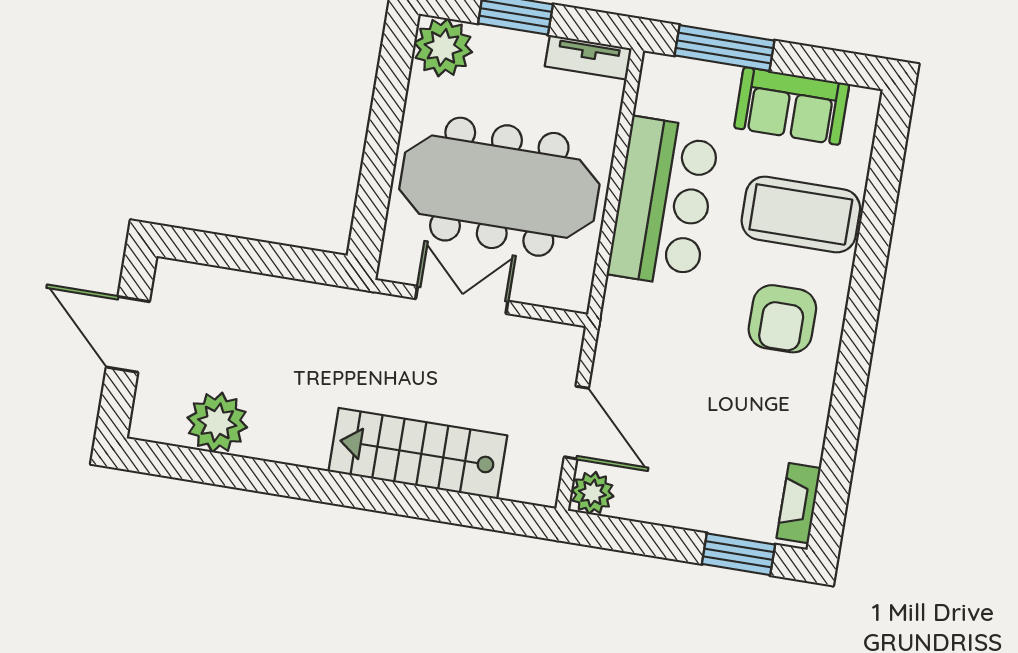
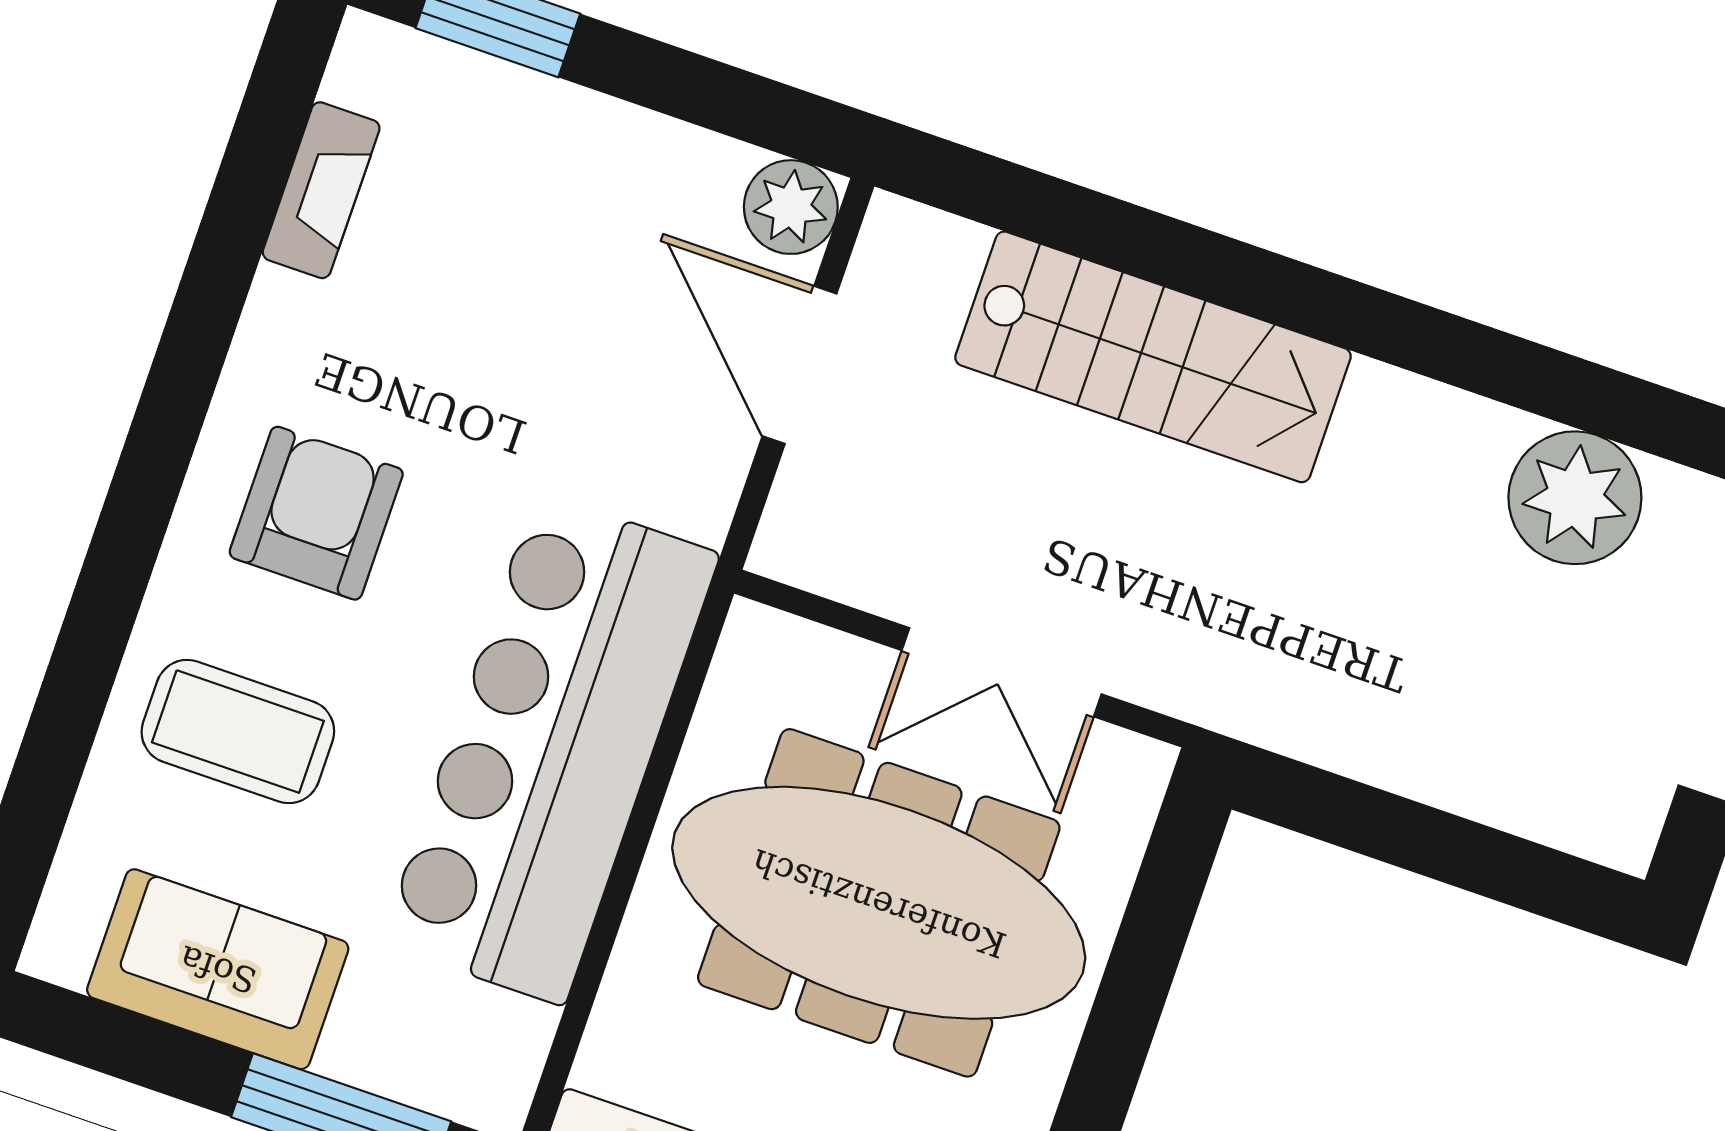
bar counter: (664, 202) -> (550, 749), width x1.36
coffee table: (801, 214) -> (238, 732), width x0.73, depth x0.76
fireplace: (799, 503) -> (321, 190), moved

